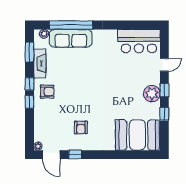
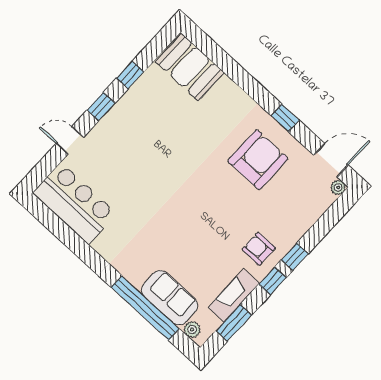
sofa: (71, 38) -> (170, 298), width x0.73
plant: (152, 94) -> (122, 118), removed
armchair: (81, 127) -> (258, 160), width x1.88, depth x1.88
booth: (137, 135) -> (190, 67), width x0.73, depth x0.70
door: (51, 155) -> (331, 160), hinge flipped
window: (75, 155) -> (285, 118), moved

